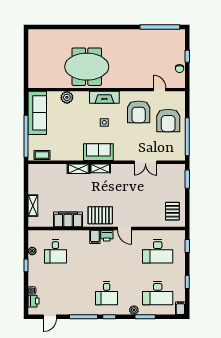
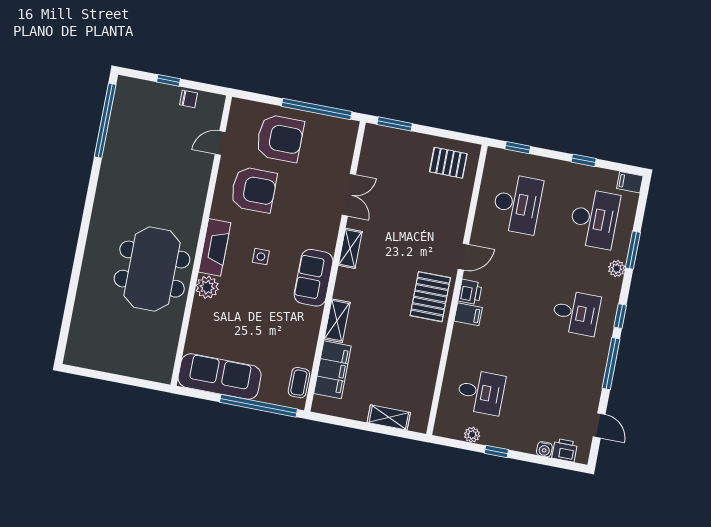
plant: (67, 97) -> (207, 287), moved
shelving: (100, 168) -> (350, 248), moved
filing cabinet: (68, 219) -> (332, 370), moved, turned 180

